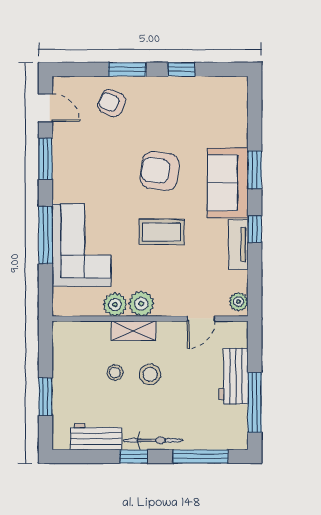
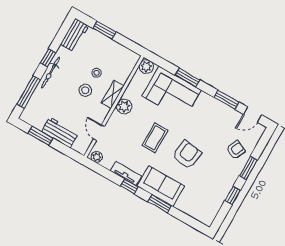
window: (45, 235) -> (187, 77), width x0.69
plant: (115, 305) -> (146, 67), moved
window: (255, 402) -> (40, 136), width x0.69
workbench: (96, 437) -> (75, 35), moved

